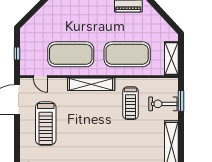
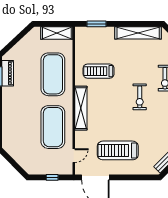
treadmill: (131, 103) -> (99, 71), turned 180
exercise bike: (163, 104) -> (140, 97), moved
treadmill: (46, 124) -> (118, 150), turned 180

